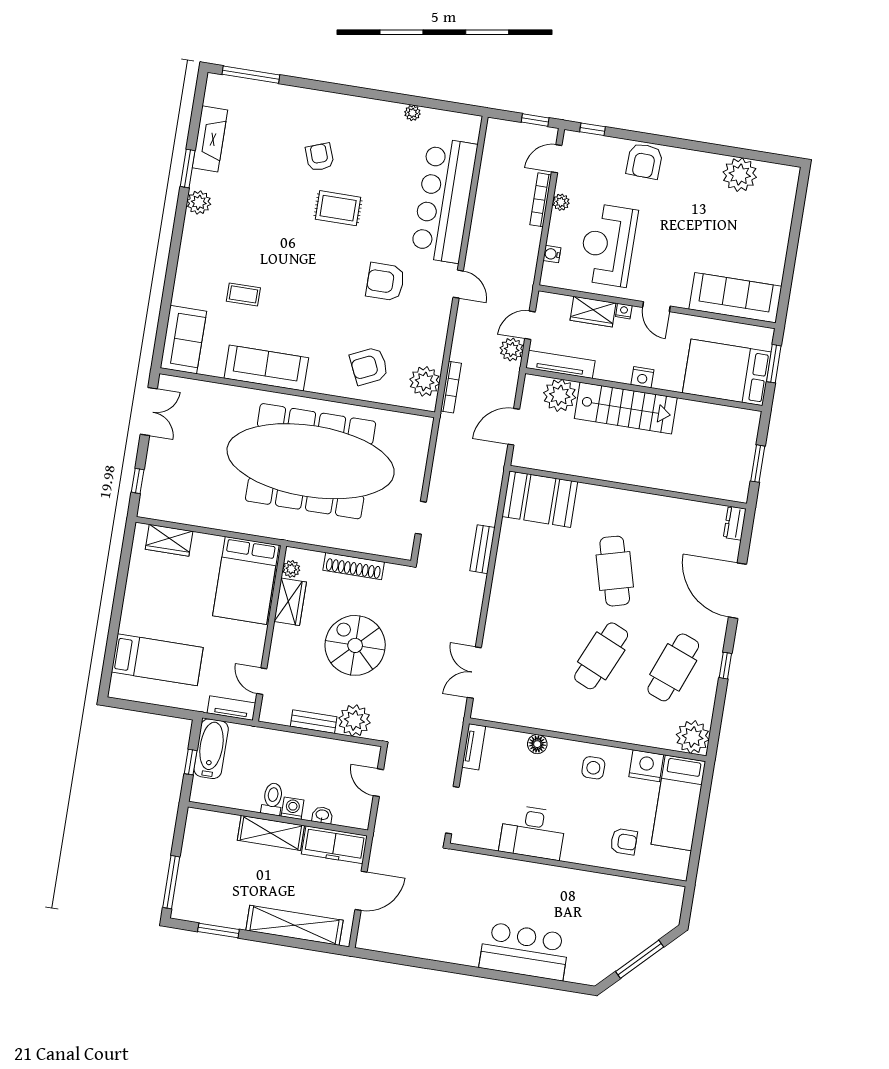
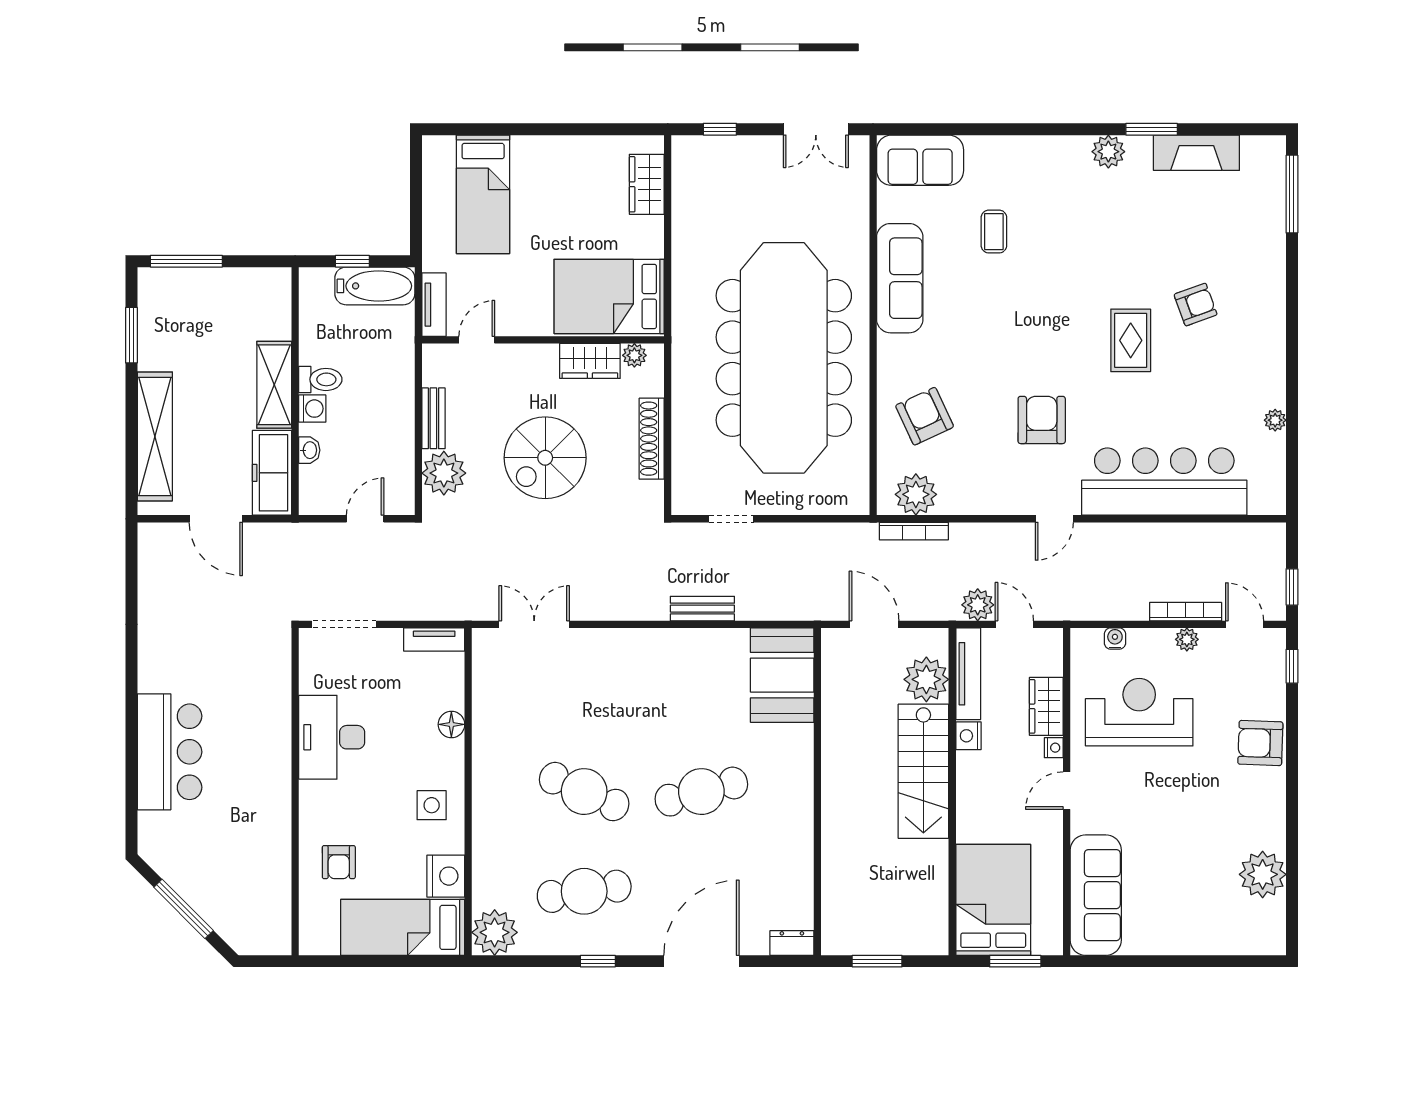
nightstand: (642, 377) -> (968, 736), moved
spiral stairs: (355, 645) -> (545, 458), turned 180
cafe table: (673, 667) -> (584, 891), turned -30

